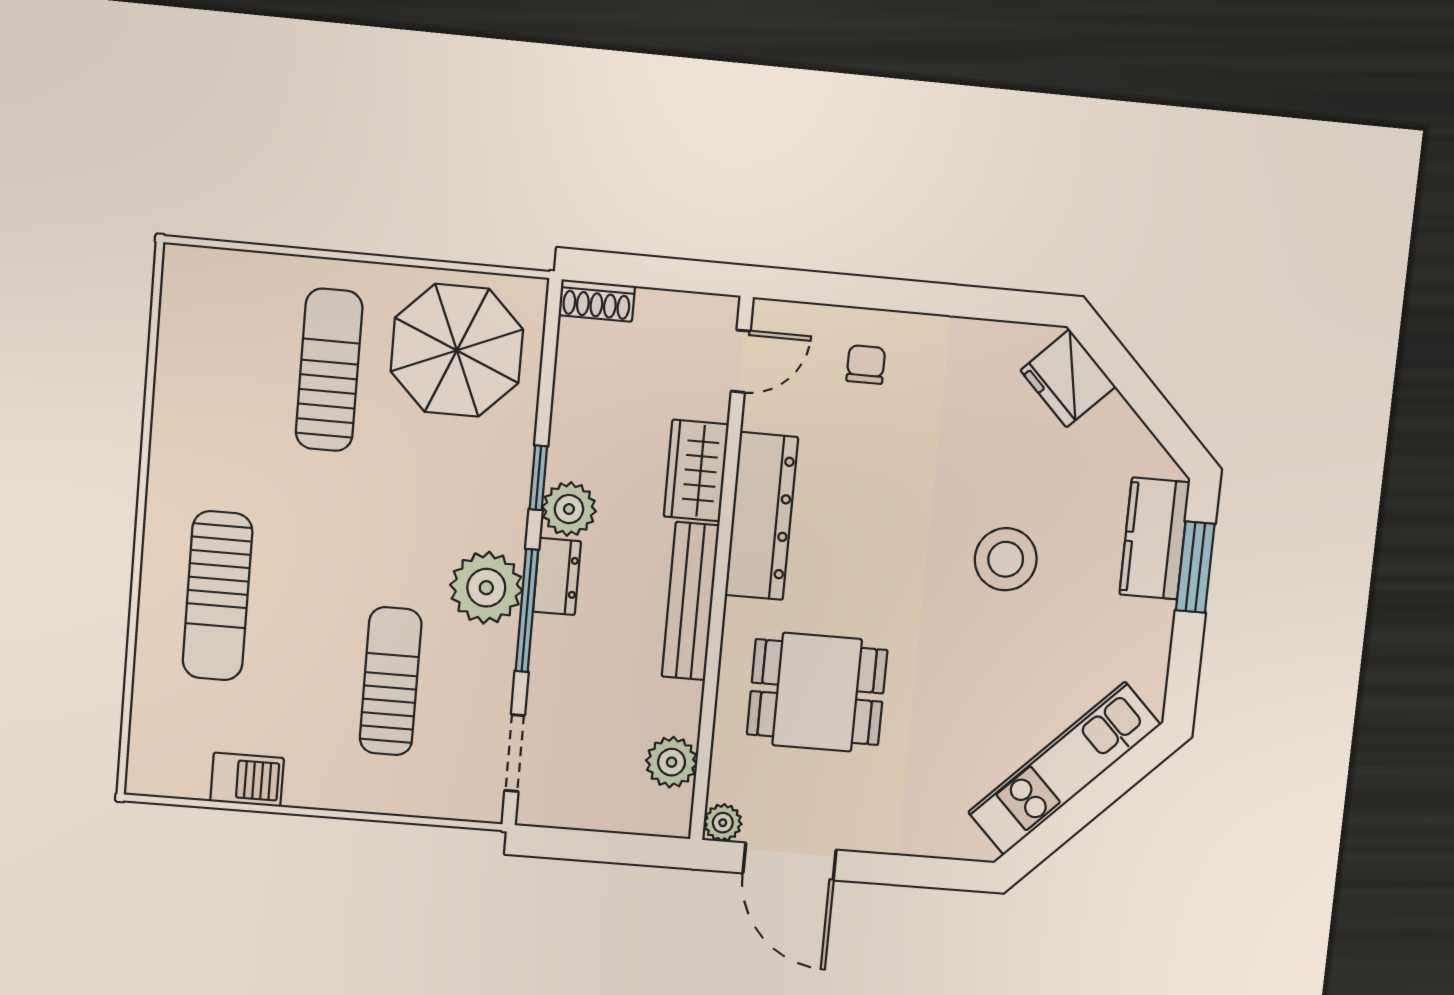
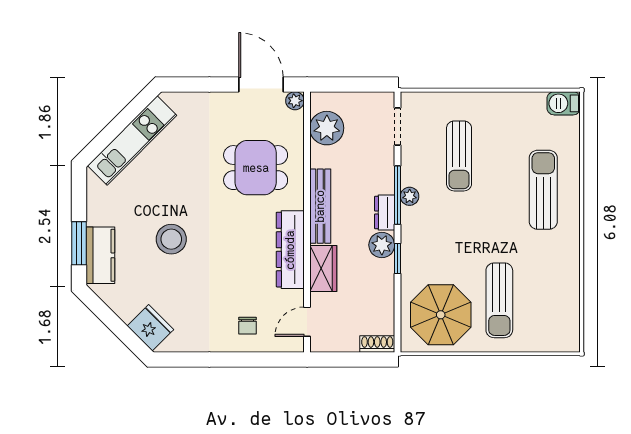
plant: (486, 588) -> (410, 196), width x0.53, depth x0.53
plant: (672, 762) -> (327, 128), width x1.36, depth x1.36
barbecue: (247, 780) -> (564, 103), moved

